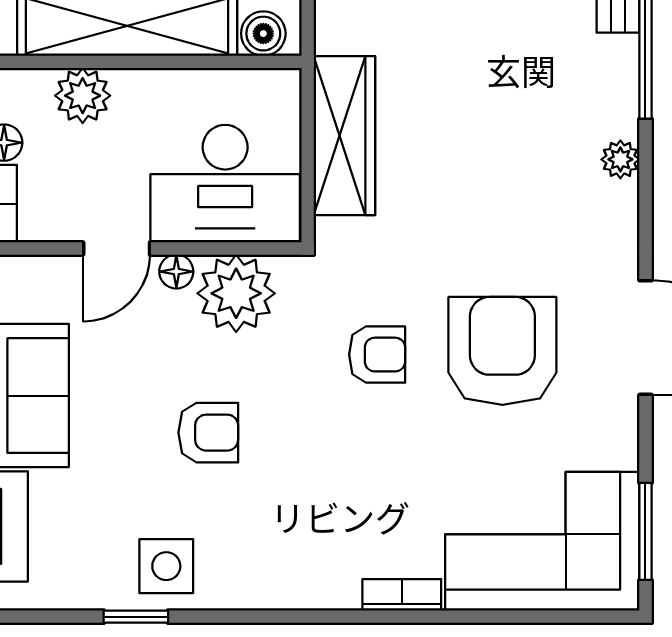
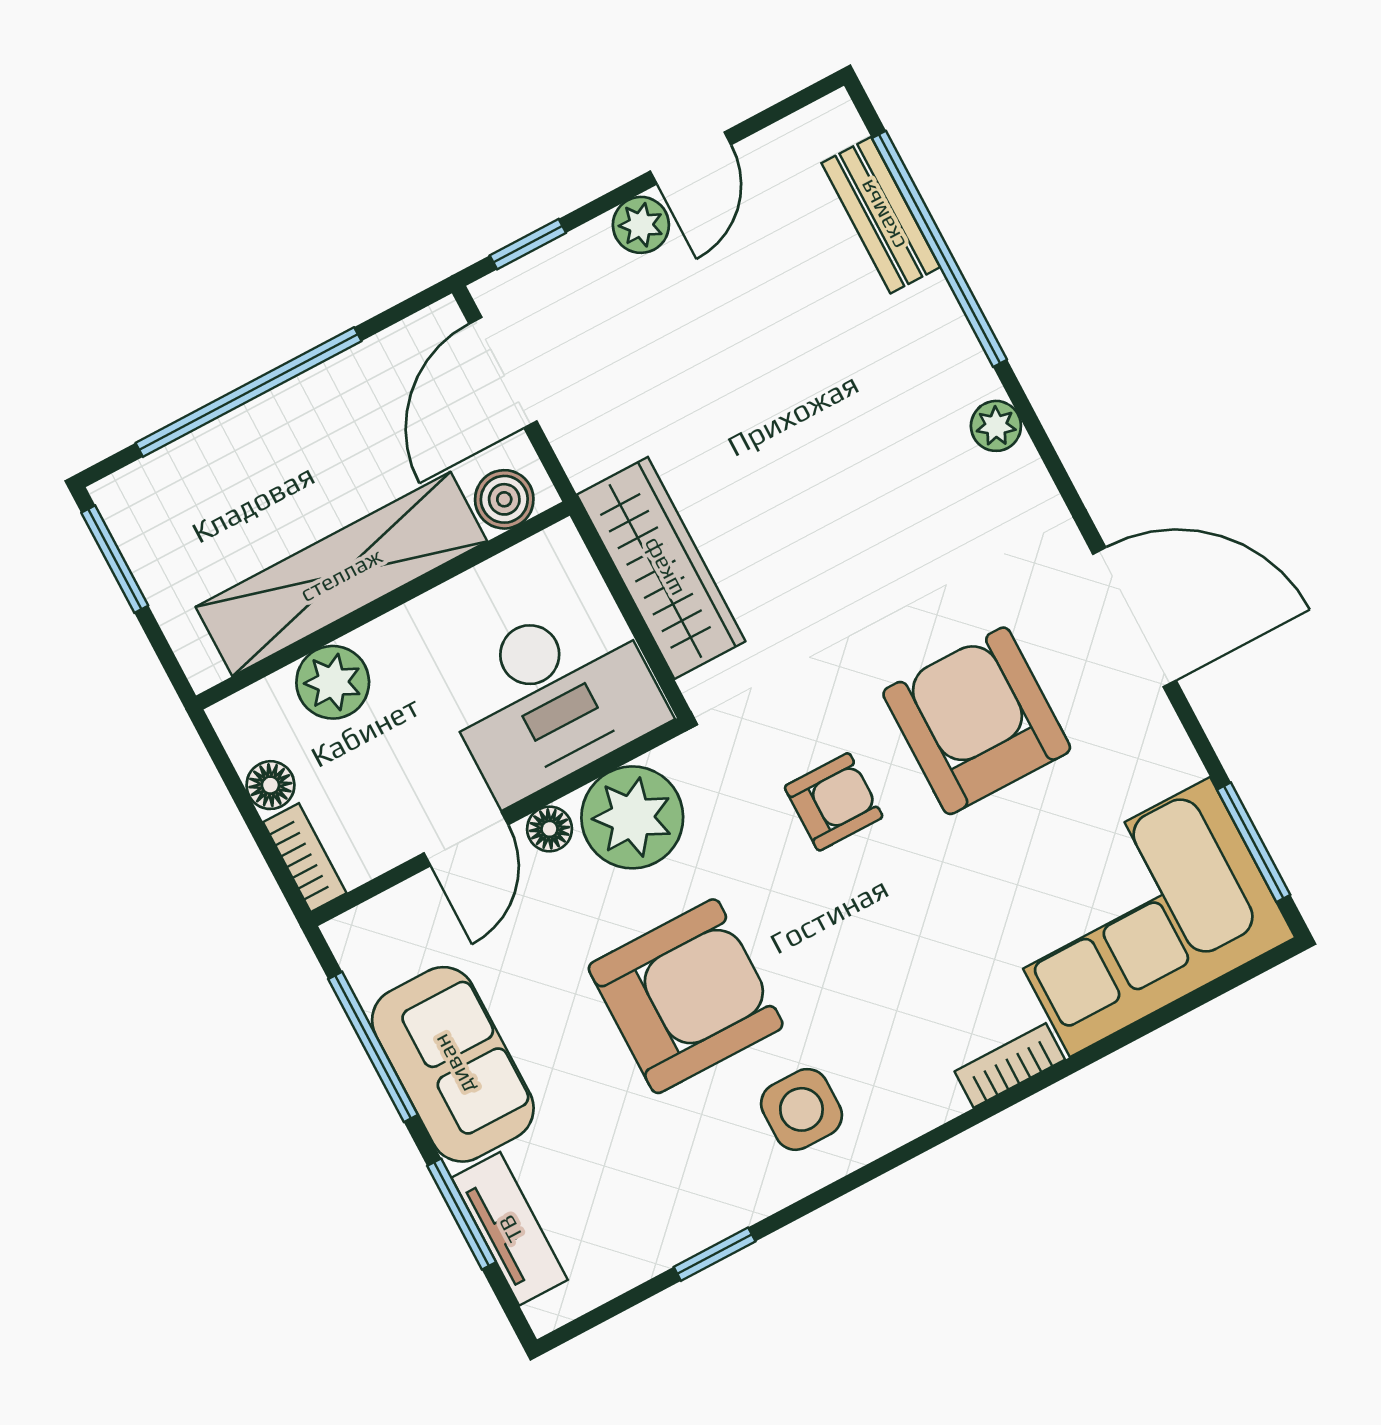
armchair: (208, 433) -> (686, 996), width x1.88, depth x1.88
side table: (166, 566) -> (801, 1109), moved

